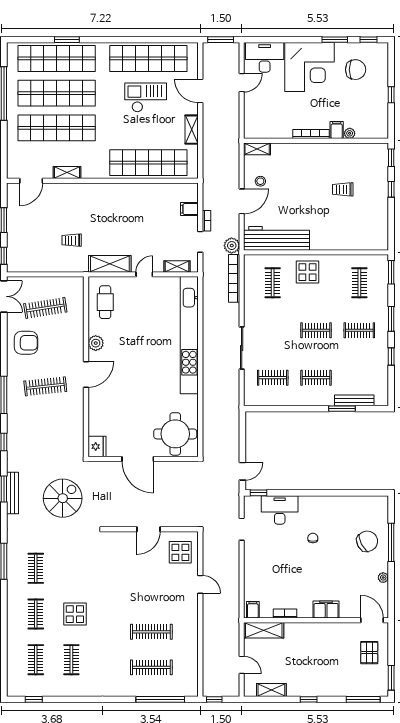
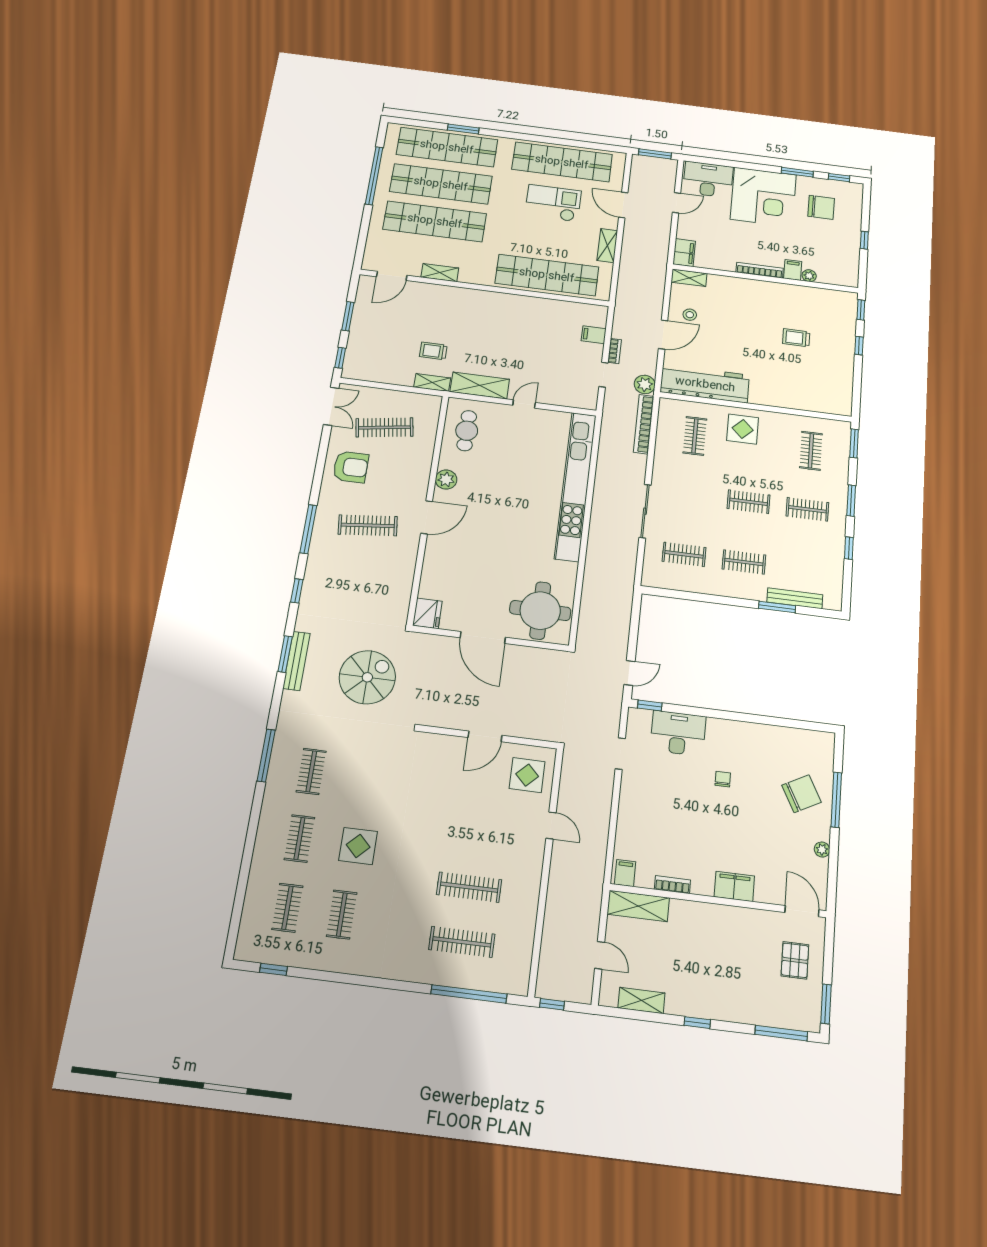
filing cabinet: (251, 127) -> (684, 253), added
shelving: (177, 267) -> (432, 383), moved

